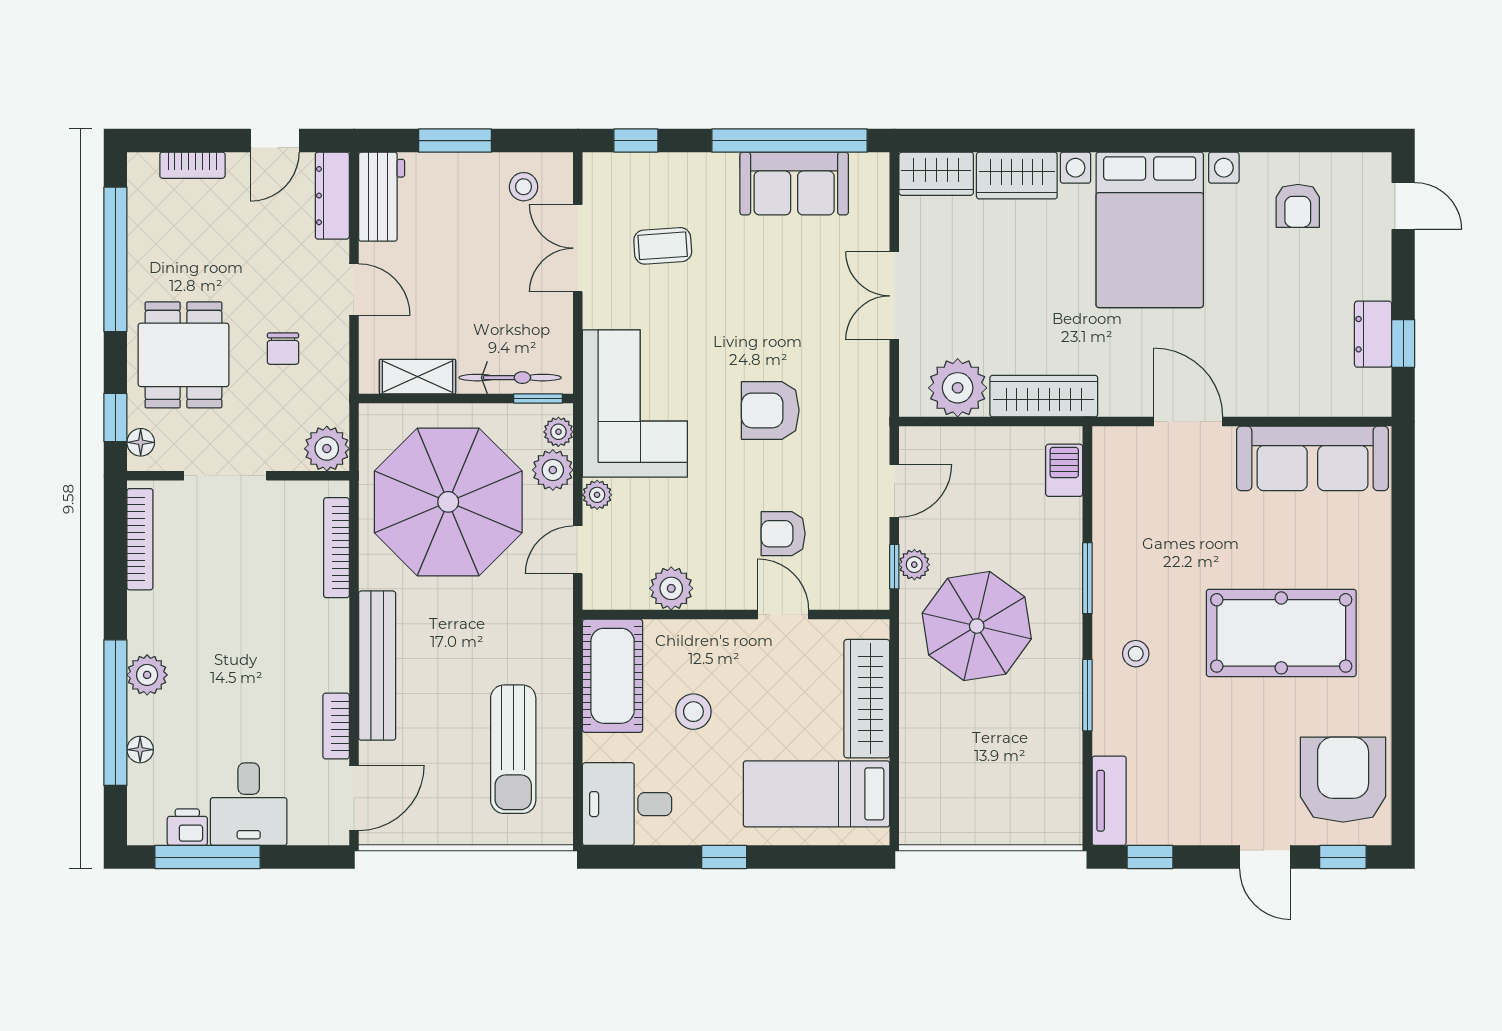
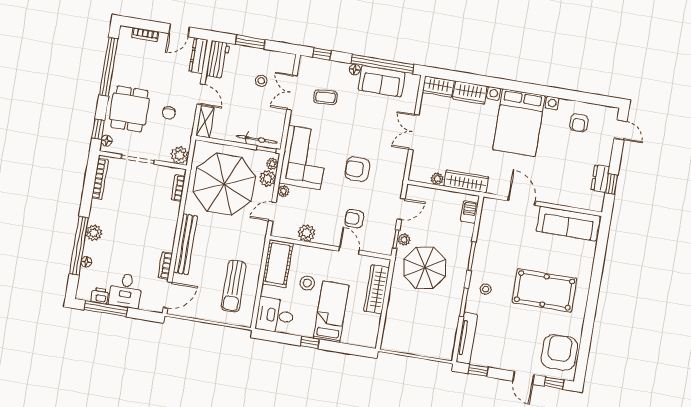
floor lamp: (723, 166) -> (355, 69), added
stool: (524, 187) -> (261, 81), moved
shelving: (418, 377) -> (205, 122), moved, turned 90
plant: (958, 388) -> (437, 179), width x0.53, depth x0.53
bookcase: (336, 548) -> (178, 188), width x0.64
bed: (816, 794) -> (331, 312), moved, turned 90
tv unit: (1109, 801) -> (467, 338), width x1.41

